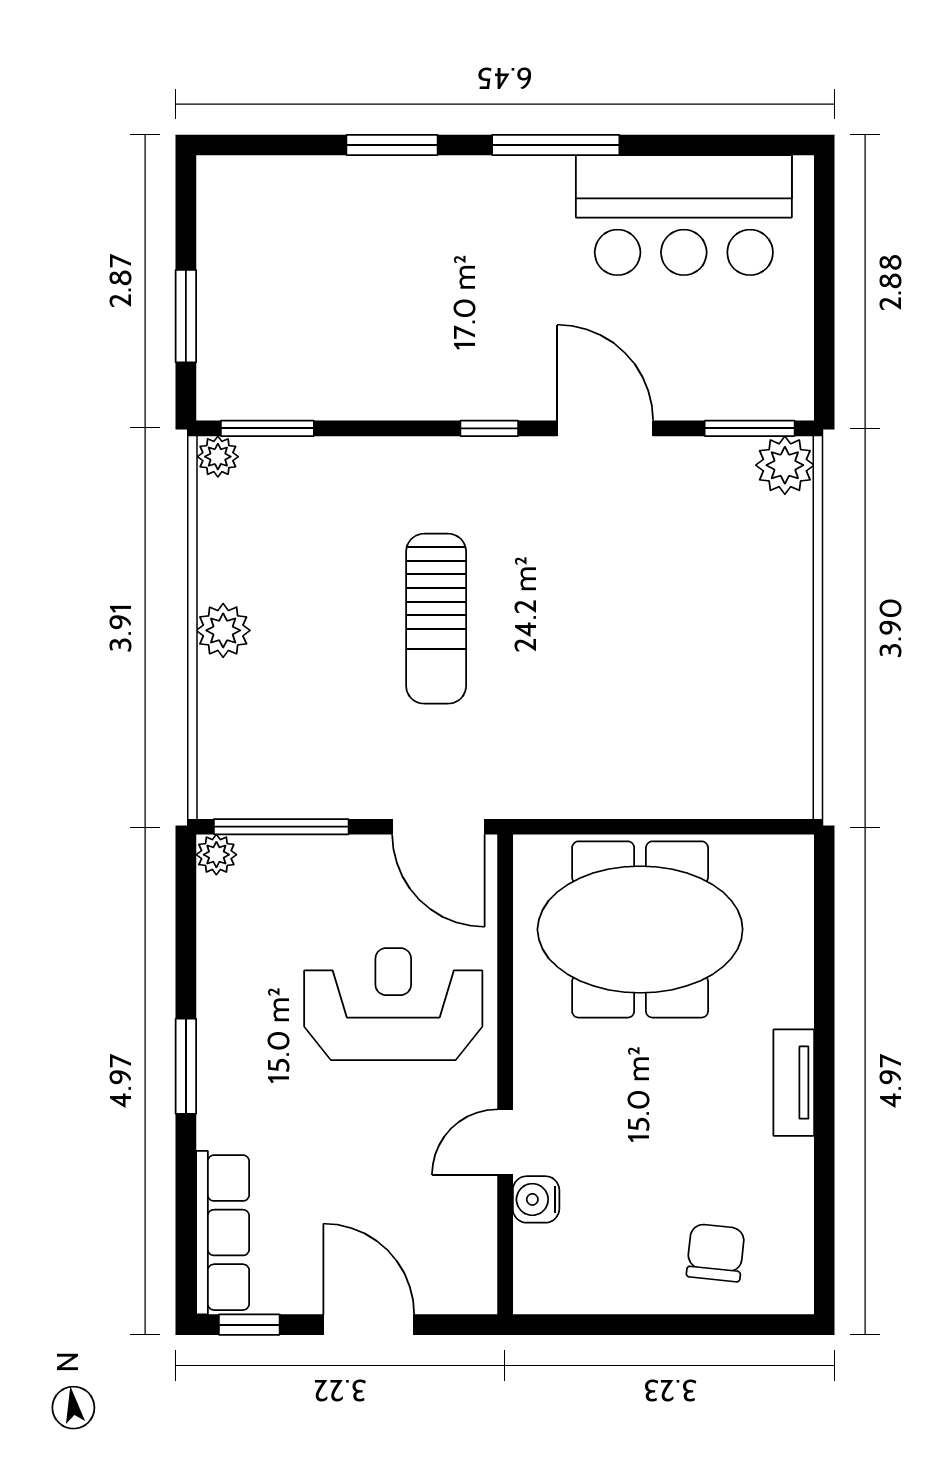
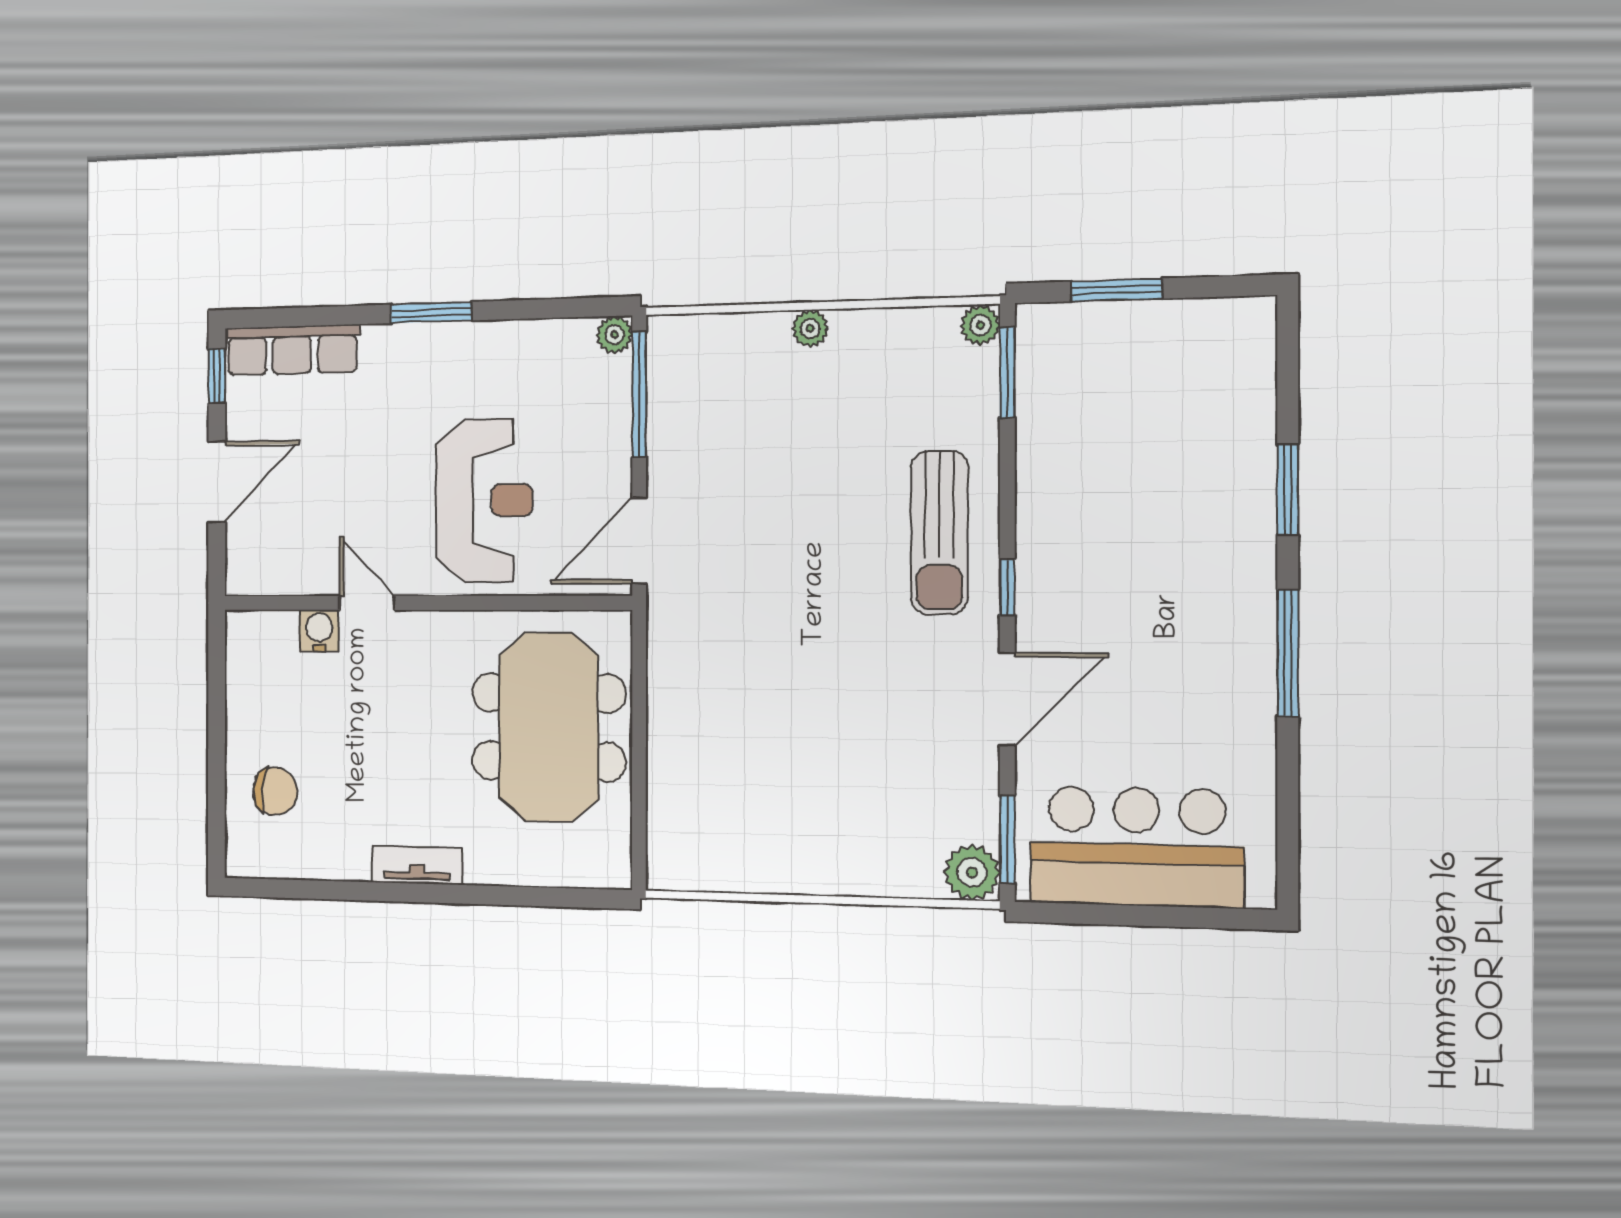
bar counter: (684, 215) -> (1136, 847), moved, turned 90
sun lounger: (436, 619) -> (939, 532), moved, turned -90
plant: (223, 630) -> (810, 328), width x0.73, depth x0.73

